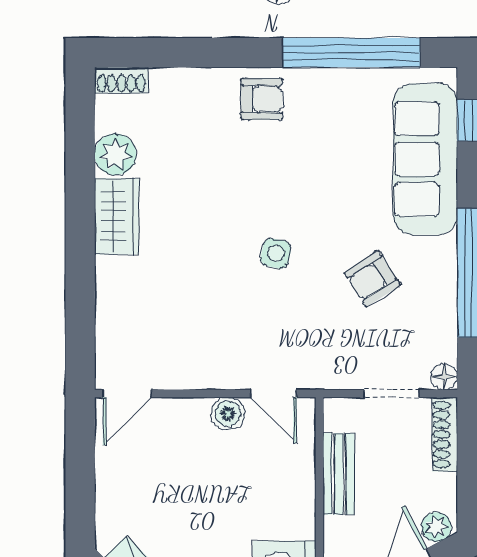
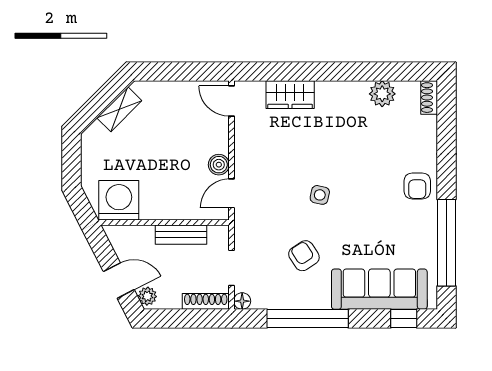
wardrobe: (117, 216) -> (290, 95), moved

